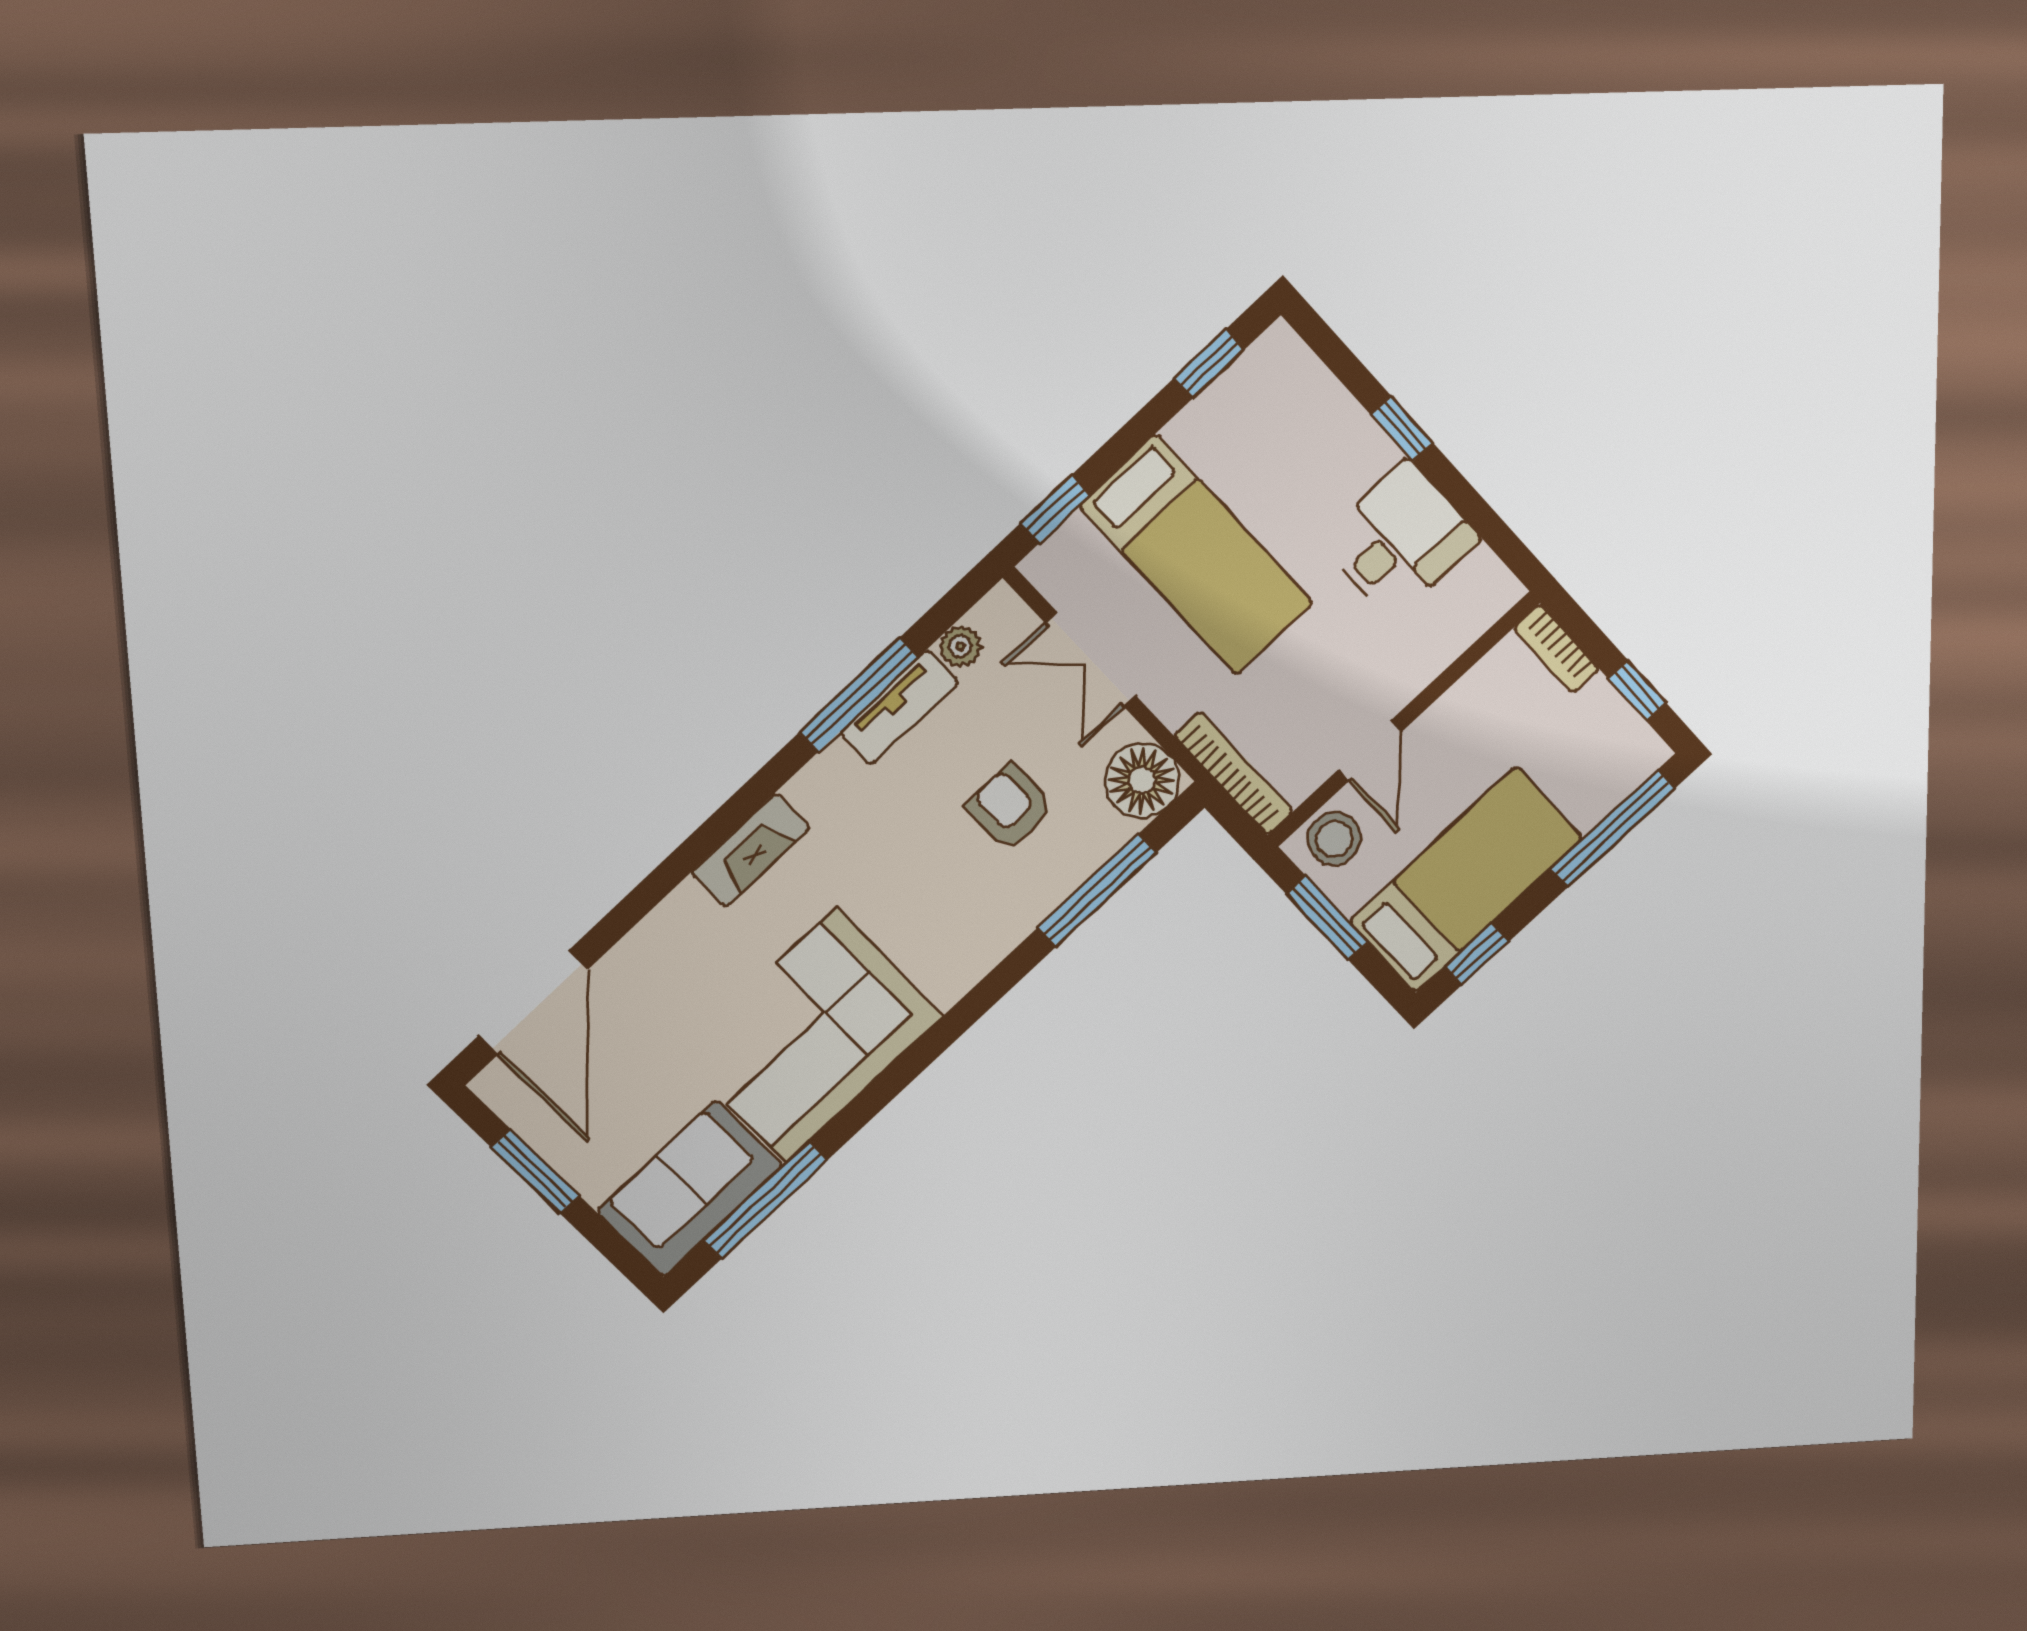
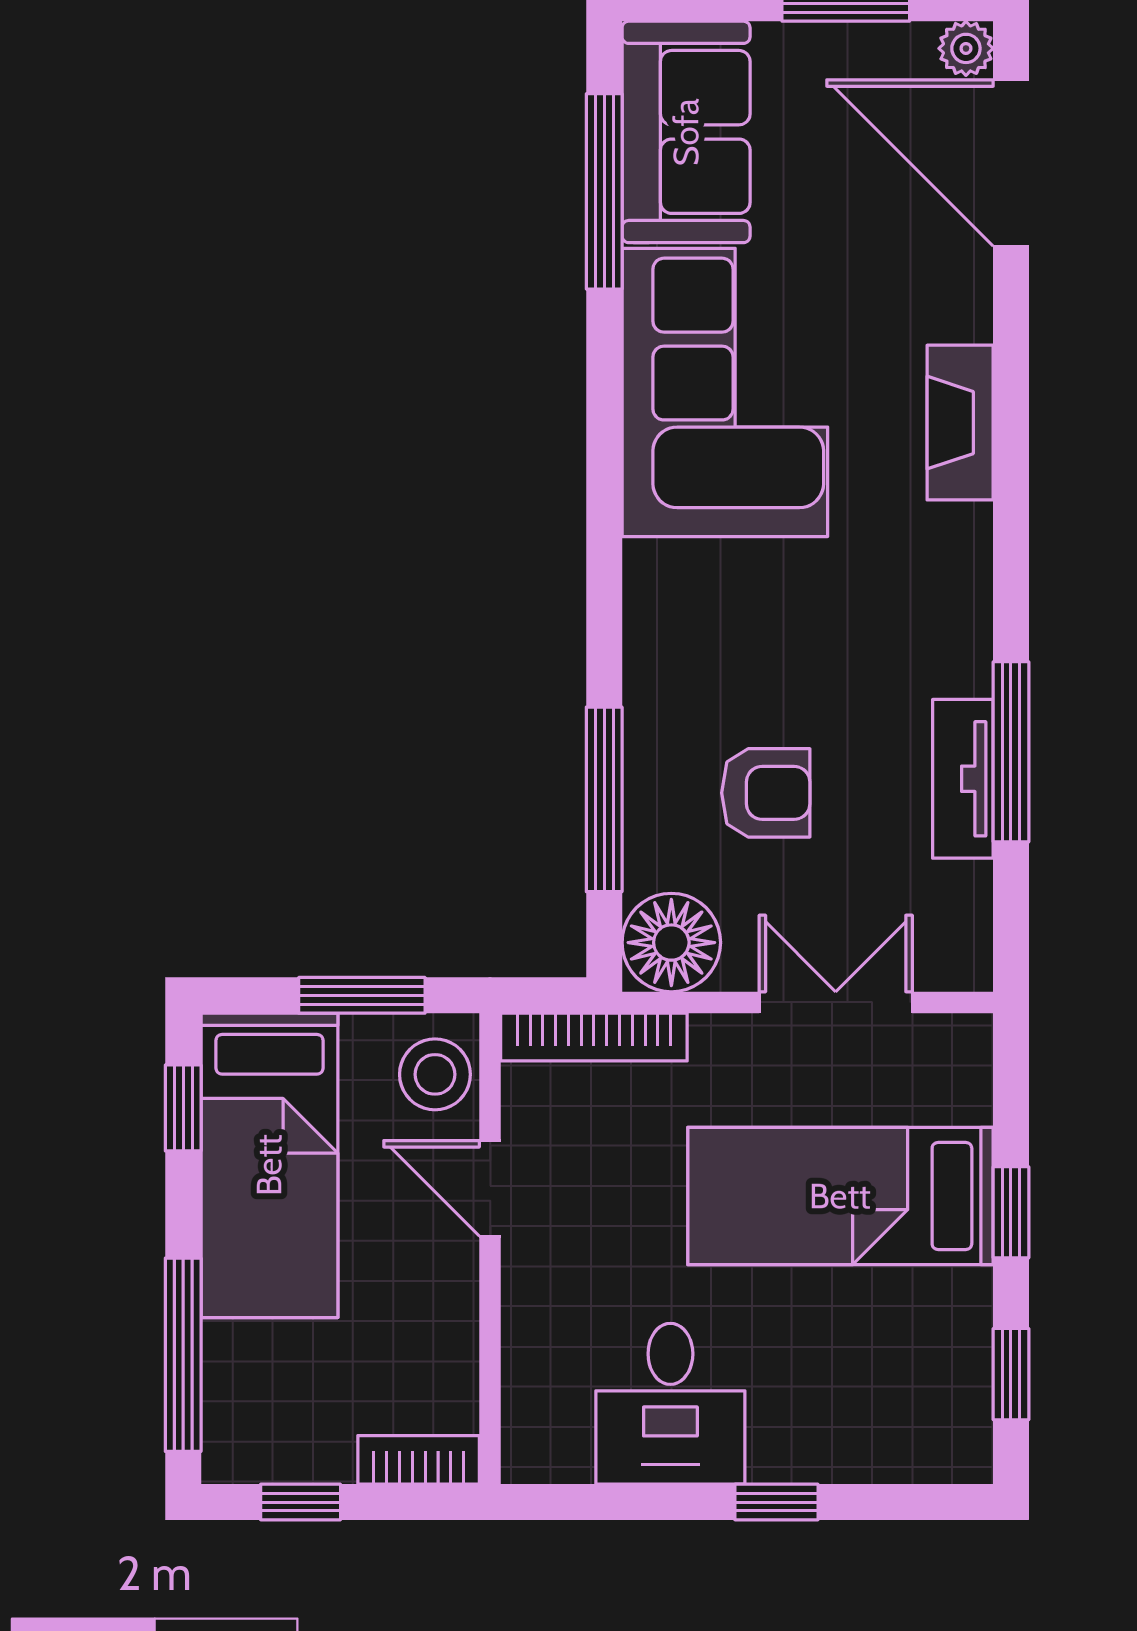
window: (1055, 509) -> (1011, 1212), moved
plant: (960, 646) -> (966, 48), moved
fireplace: (751, 850) -> (960, 423), moved

